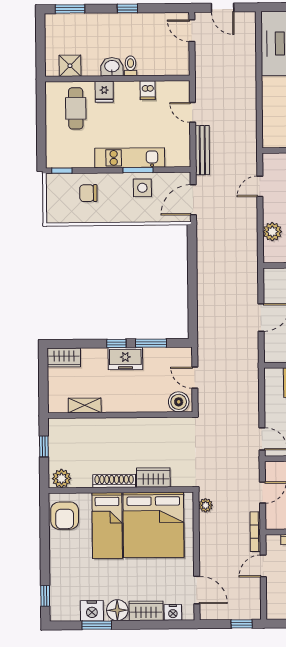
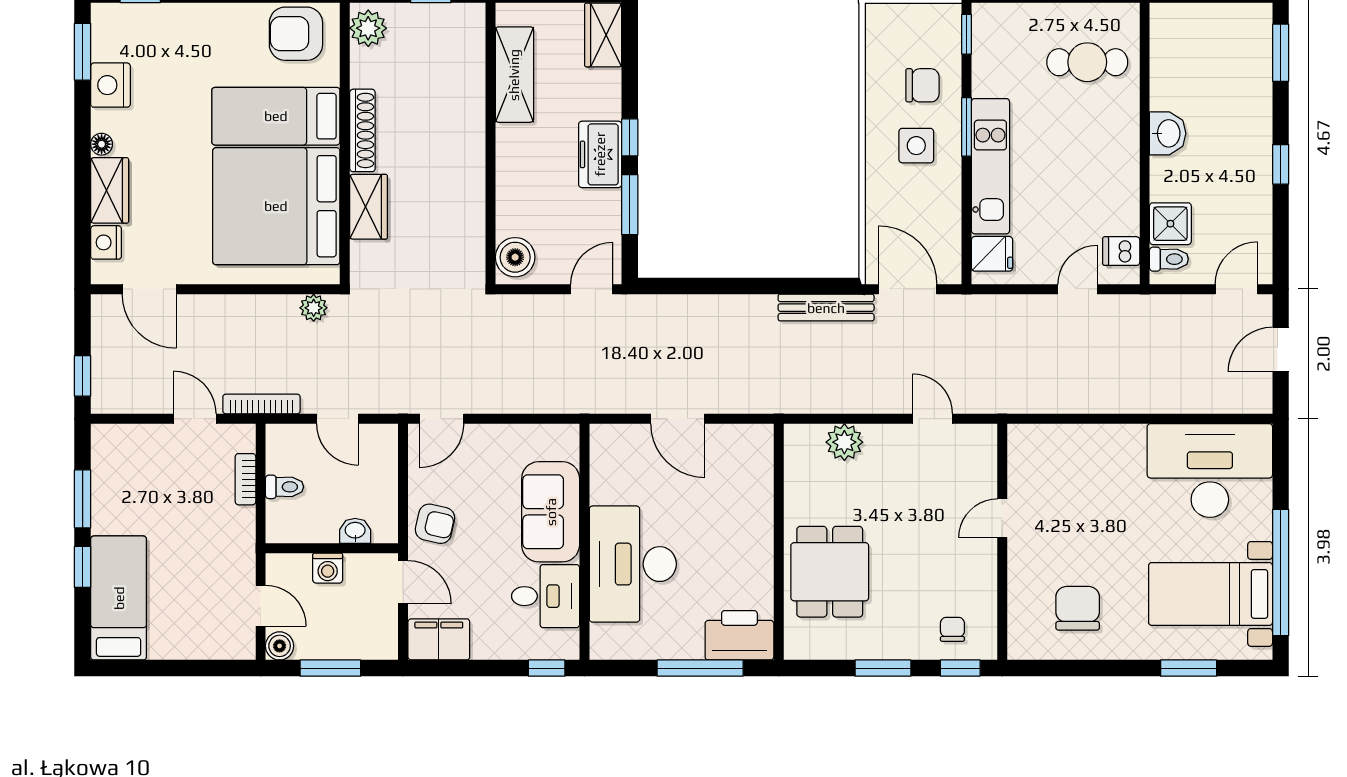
shower: (70, 66) -> (1170, 224), moved
toilet: (130, 66) -> (1169, 259), moved
dishwasher: (148, 90) -> (1121, 251), moved
fridge: (104, 92) -> (992, 254), moved, turned 180
bench: (202, 150) -> (826, 308), moved
window: (138, 170) -> (967, 127), moved
side table: (142, 188) -> (916, 146), moved
chair: (88, 193) -> (922, 85), turned 90
door: (195, 378) -> (592, 289), moved
shelving: (85, 405) -> (514, 75), width x1.50, depth x1.33
door: (197, 590) -> (149, 289), hinge flipped
floor lamp: (117, 610) -> (102, 144), width x0.53, depth x0.53
window: (97, 625) -> (83, 52), moved

